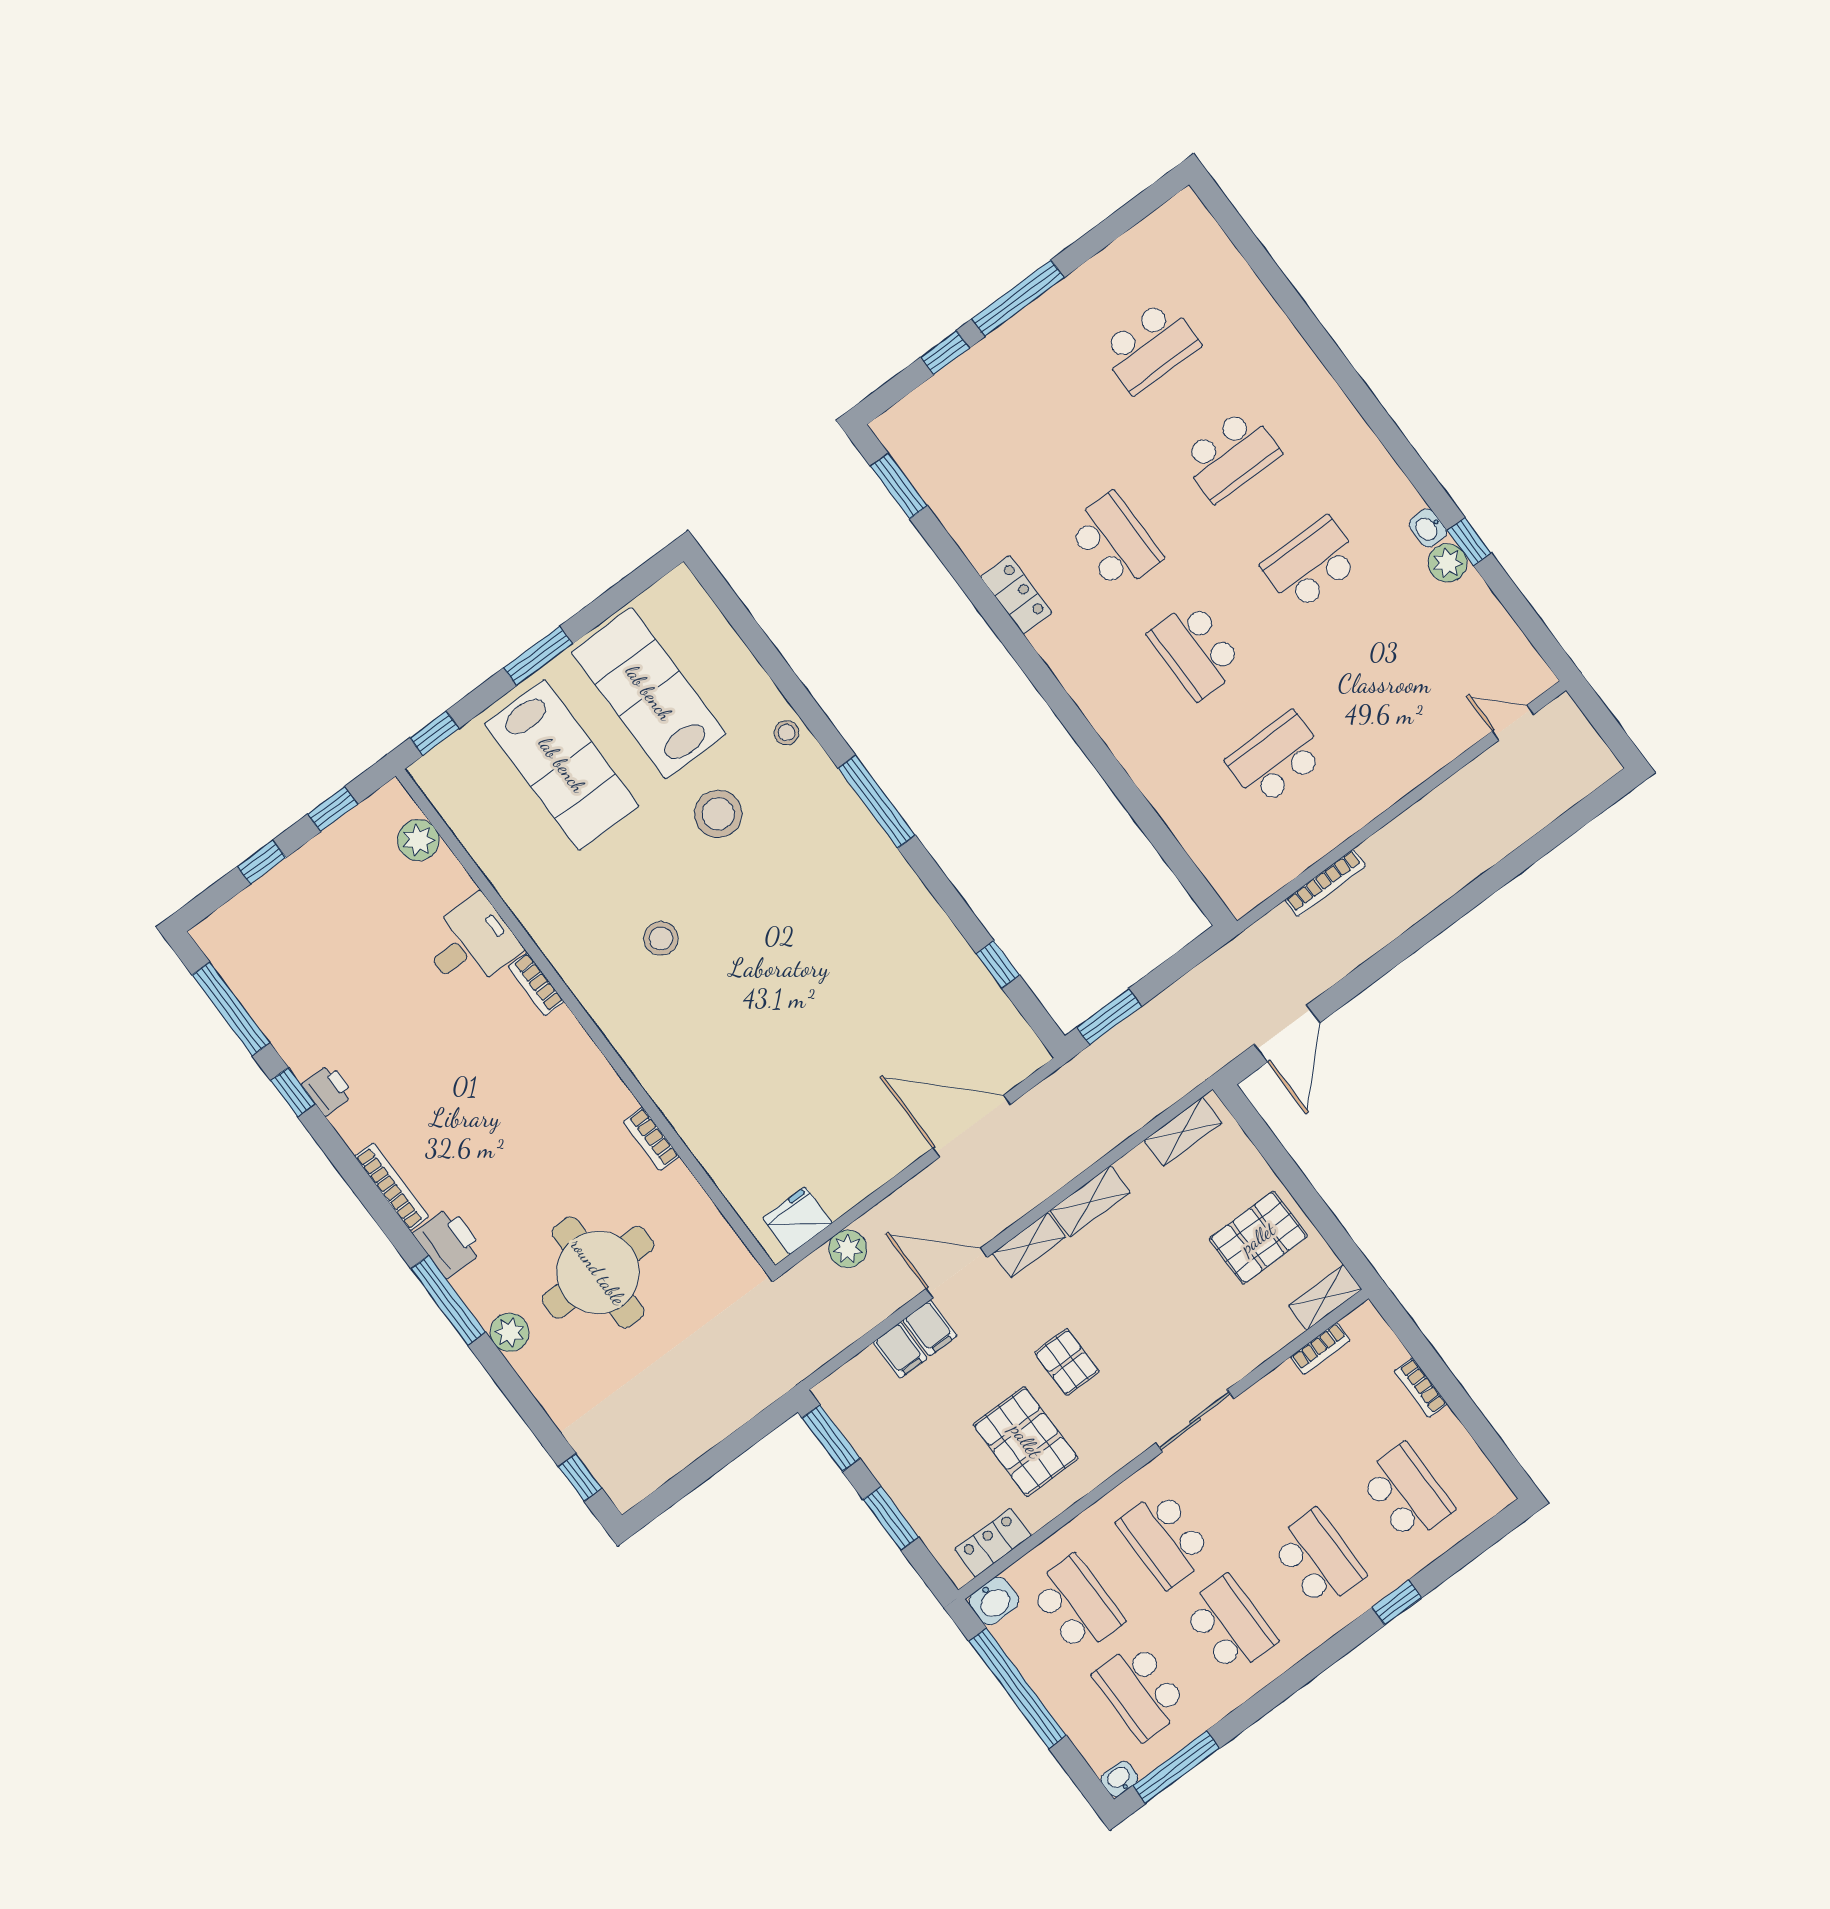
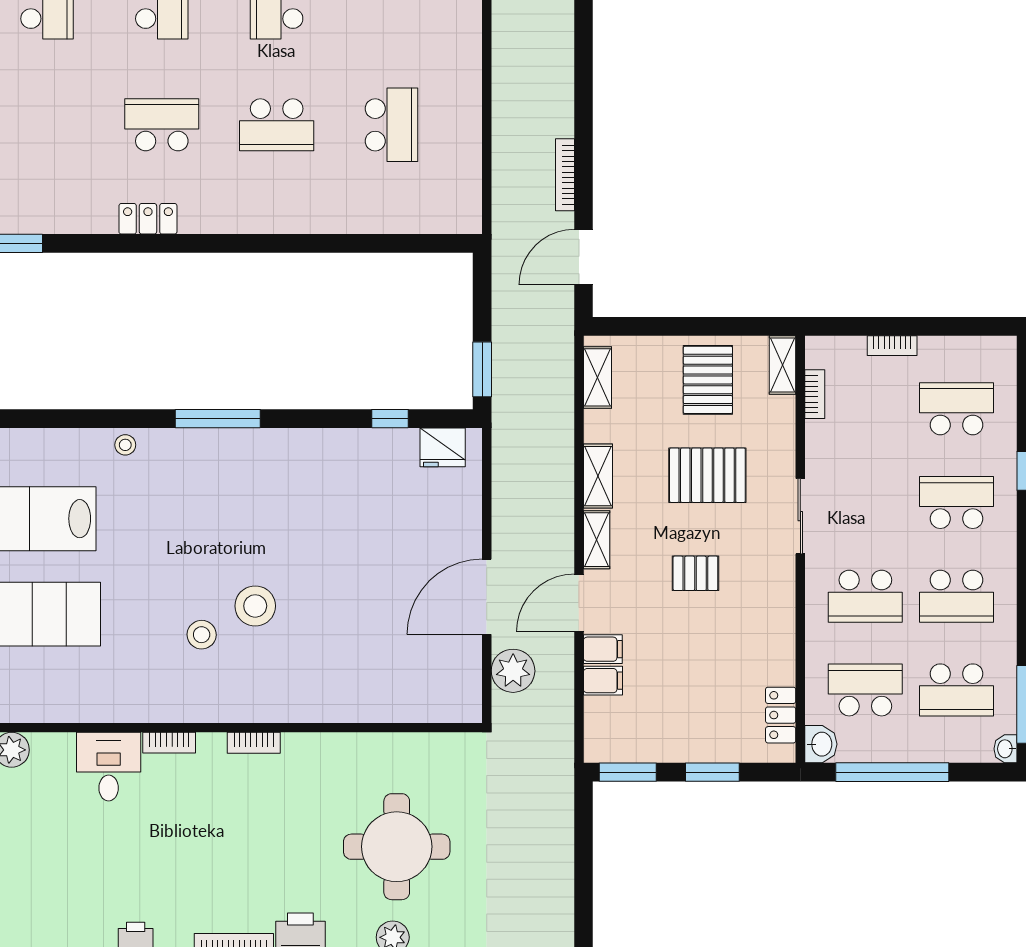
school desk: (1277, 759) -> (391, 125), turned 180
stool: (718, 814) -> (255, 606), moved
bookcase: (1325, 883) -> (565, 175), moved, turned 180
door: (1287, 1034) -> (584, 257), swing flipped
door: (972, 1126) -> (487, 597), moved
bookcase: (651, 1139) -> (254, 743), moved
fridge: (797, 1221) -> (443, 447), moved, turned -90
plant: (848, 1249) -> (513, 671), width x1.36, depth x1.36
pallet: (1026, 1441) -> (707, 475), moved
school desk: (1229, 1625) -> (957, 596), turned 180

